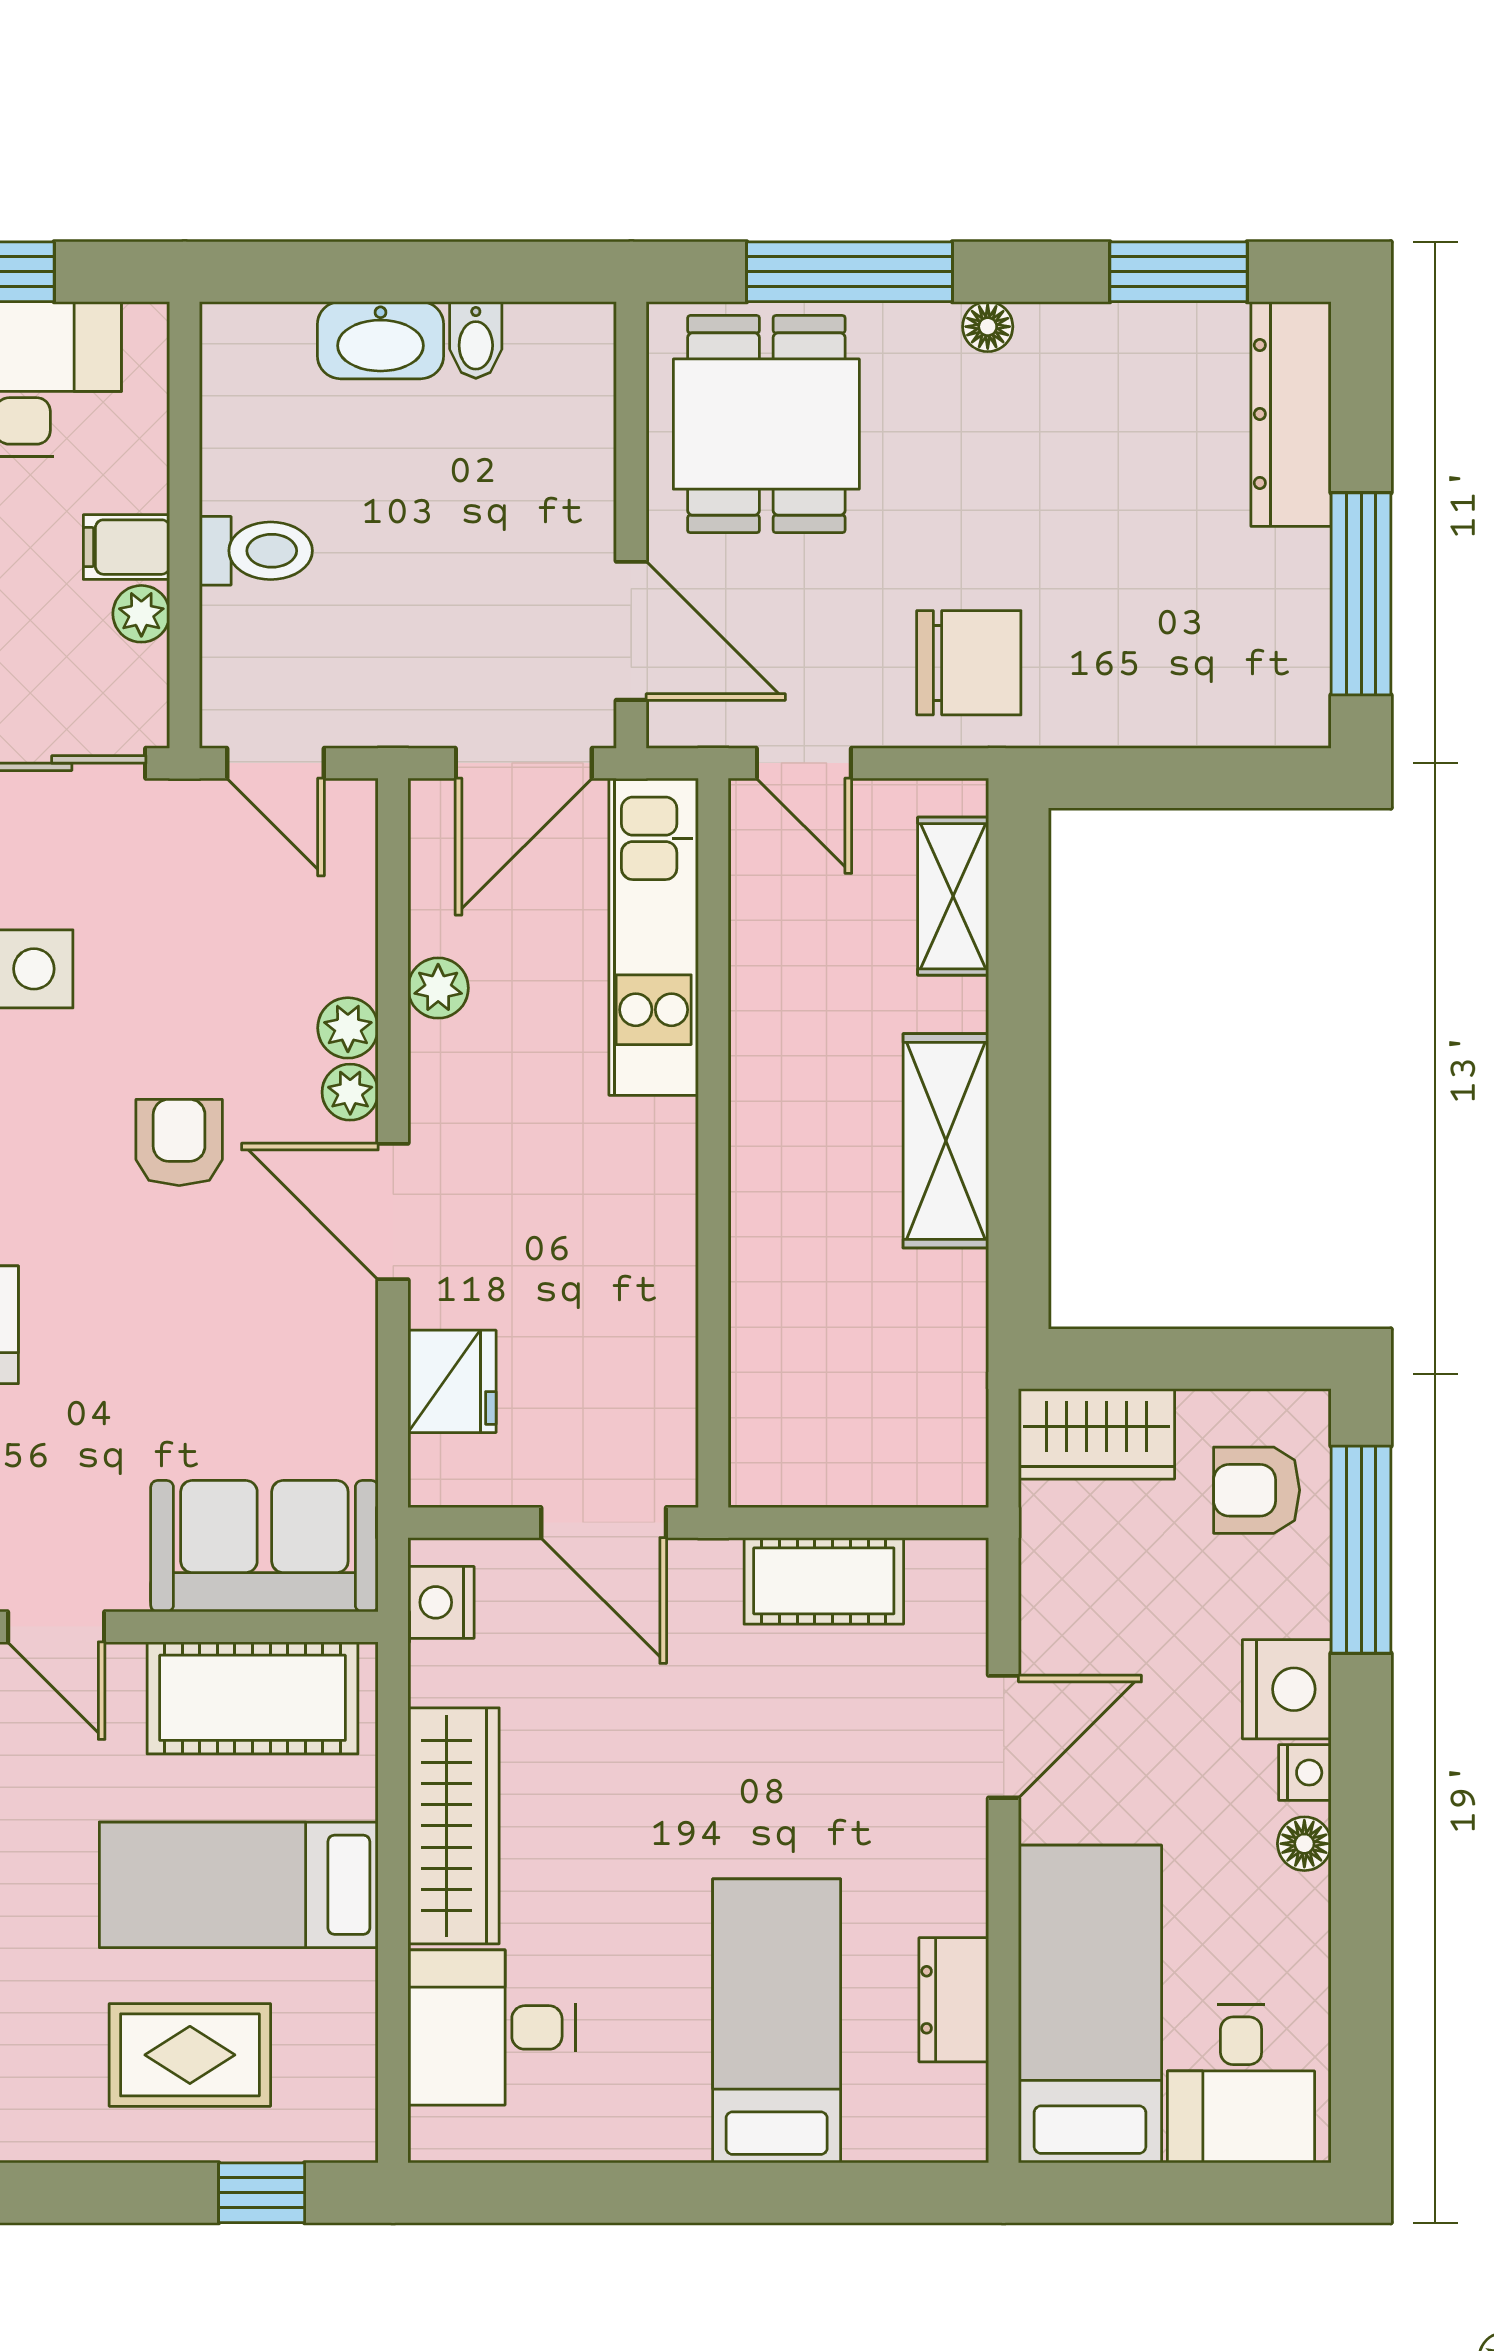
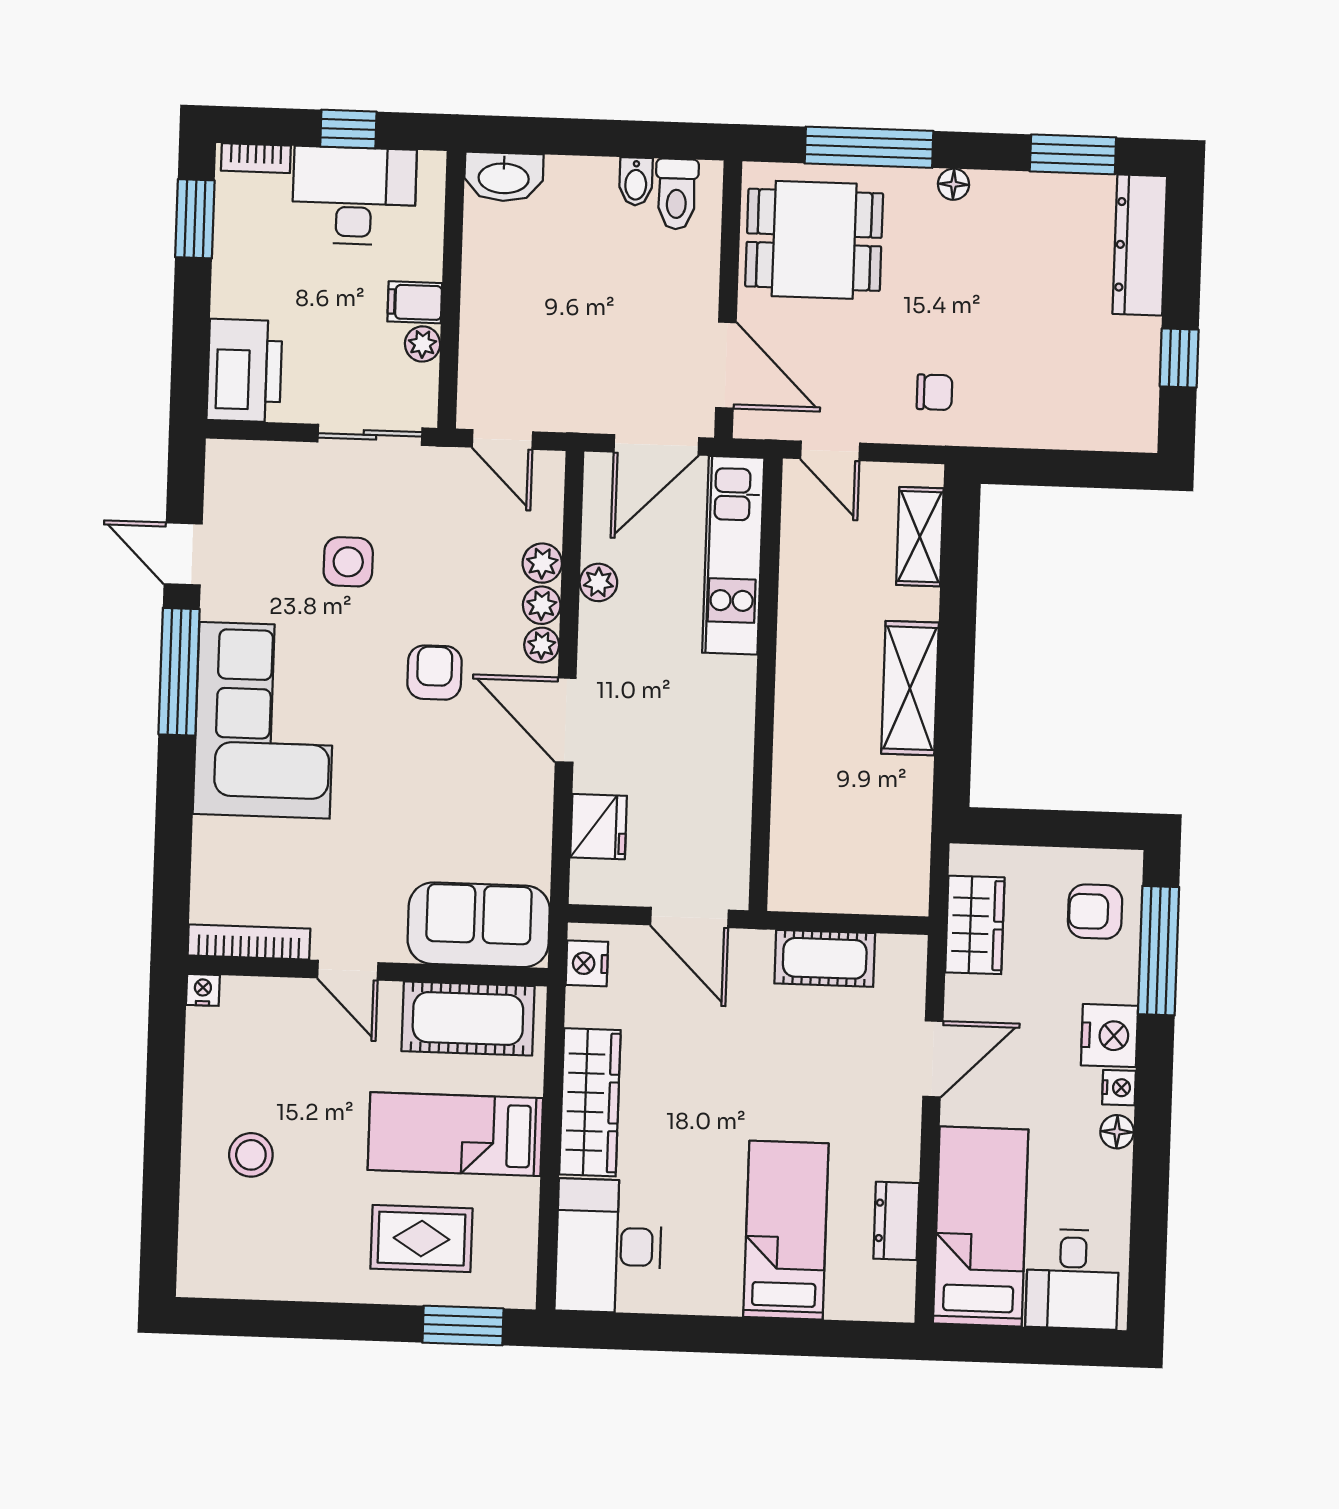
washbasin: (380, 340) -> (504, 177), moved
dining table: (766, 424) -> (814, 240), turned 90
toilet: (256, 551) -> (677, 194), moved, turned 90
window: (1361, 594) -> (1179, 358), width x0.46
chair: (969, 663) -> (935, 392), width x0.54, depth x0.54
plant: (346, 960) -> (542, 563), added
wardrobe: (1097, 1434) -> (975, 925), moved, turned -90
desk: (492, 2027) -> (609, 1246), width x1.37
window: (262, 2193) -> (463, 1326), width x1.50

